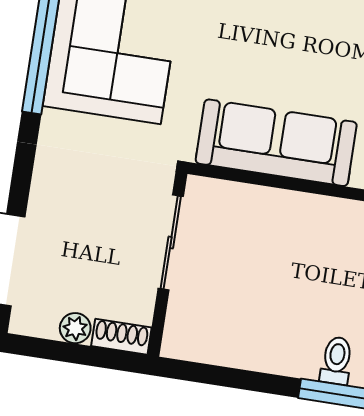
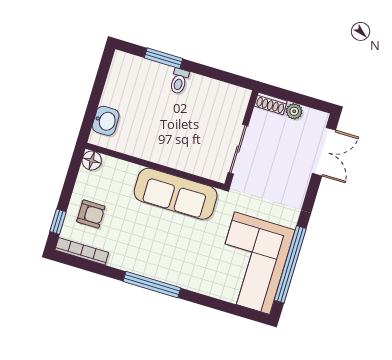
toilet: (336, 361) -> (179, 81), moved

